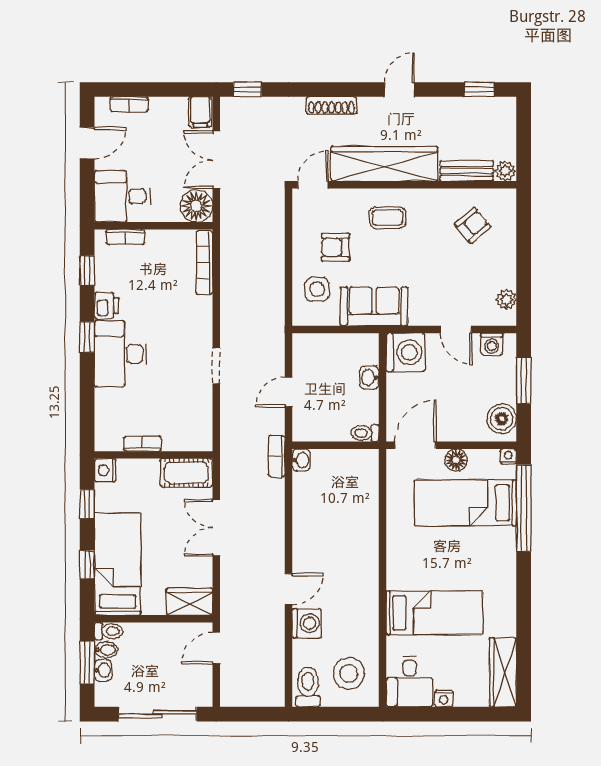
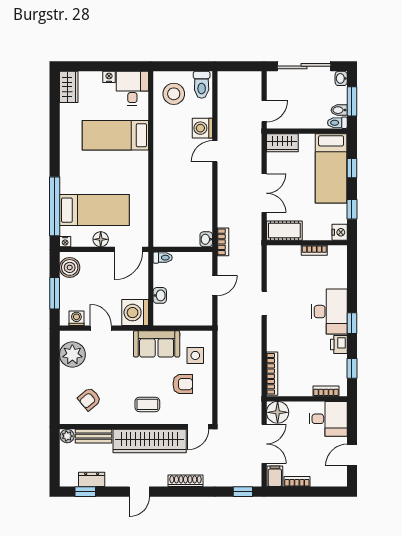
bookcase: (129, 104) -> (297, 482), moved
dresser: (469, 107) -> (92, 479), added
plant: (506, 300) -> (72, 355), width x1.87, depth x1.87
washbasin: (103, 670) -> (341, 78), moved
wardrobe: (503, 672) -> (69, 87), width x0.67

